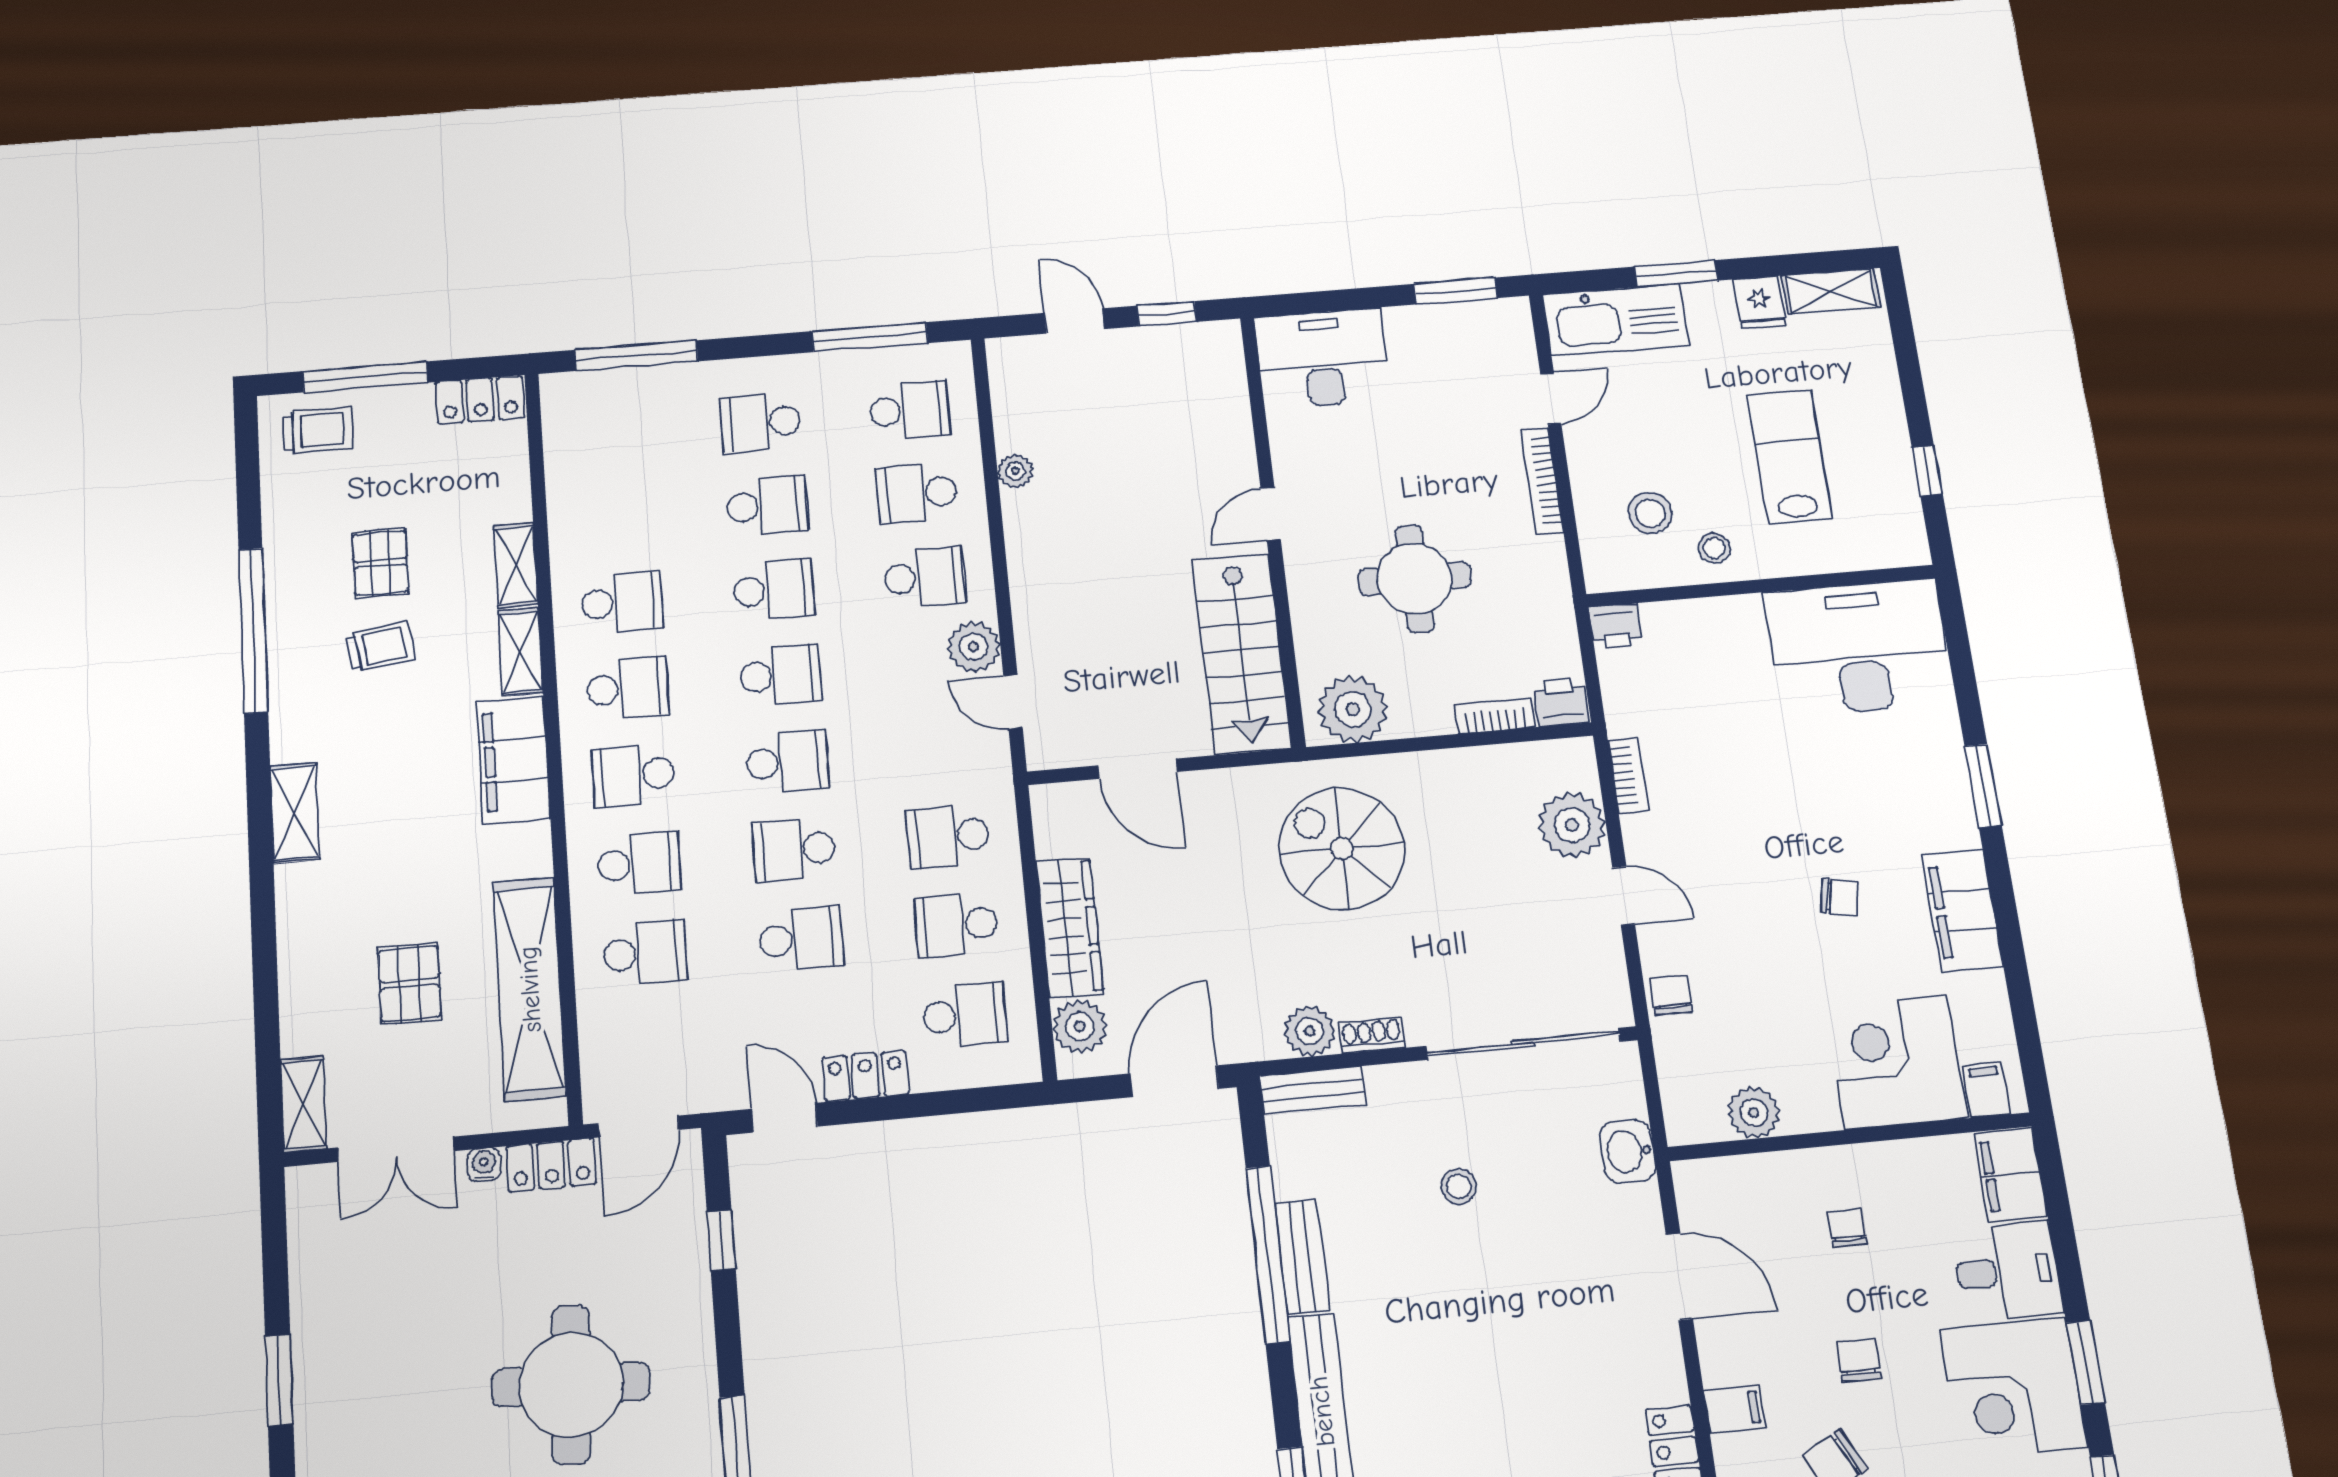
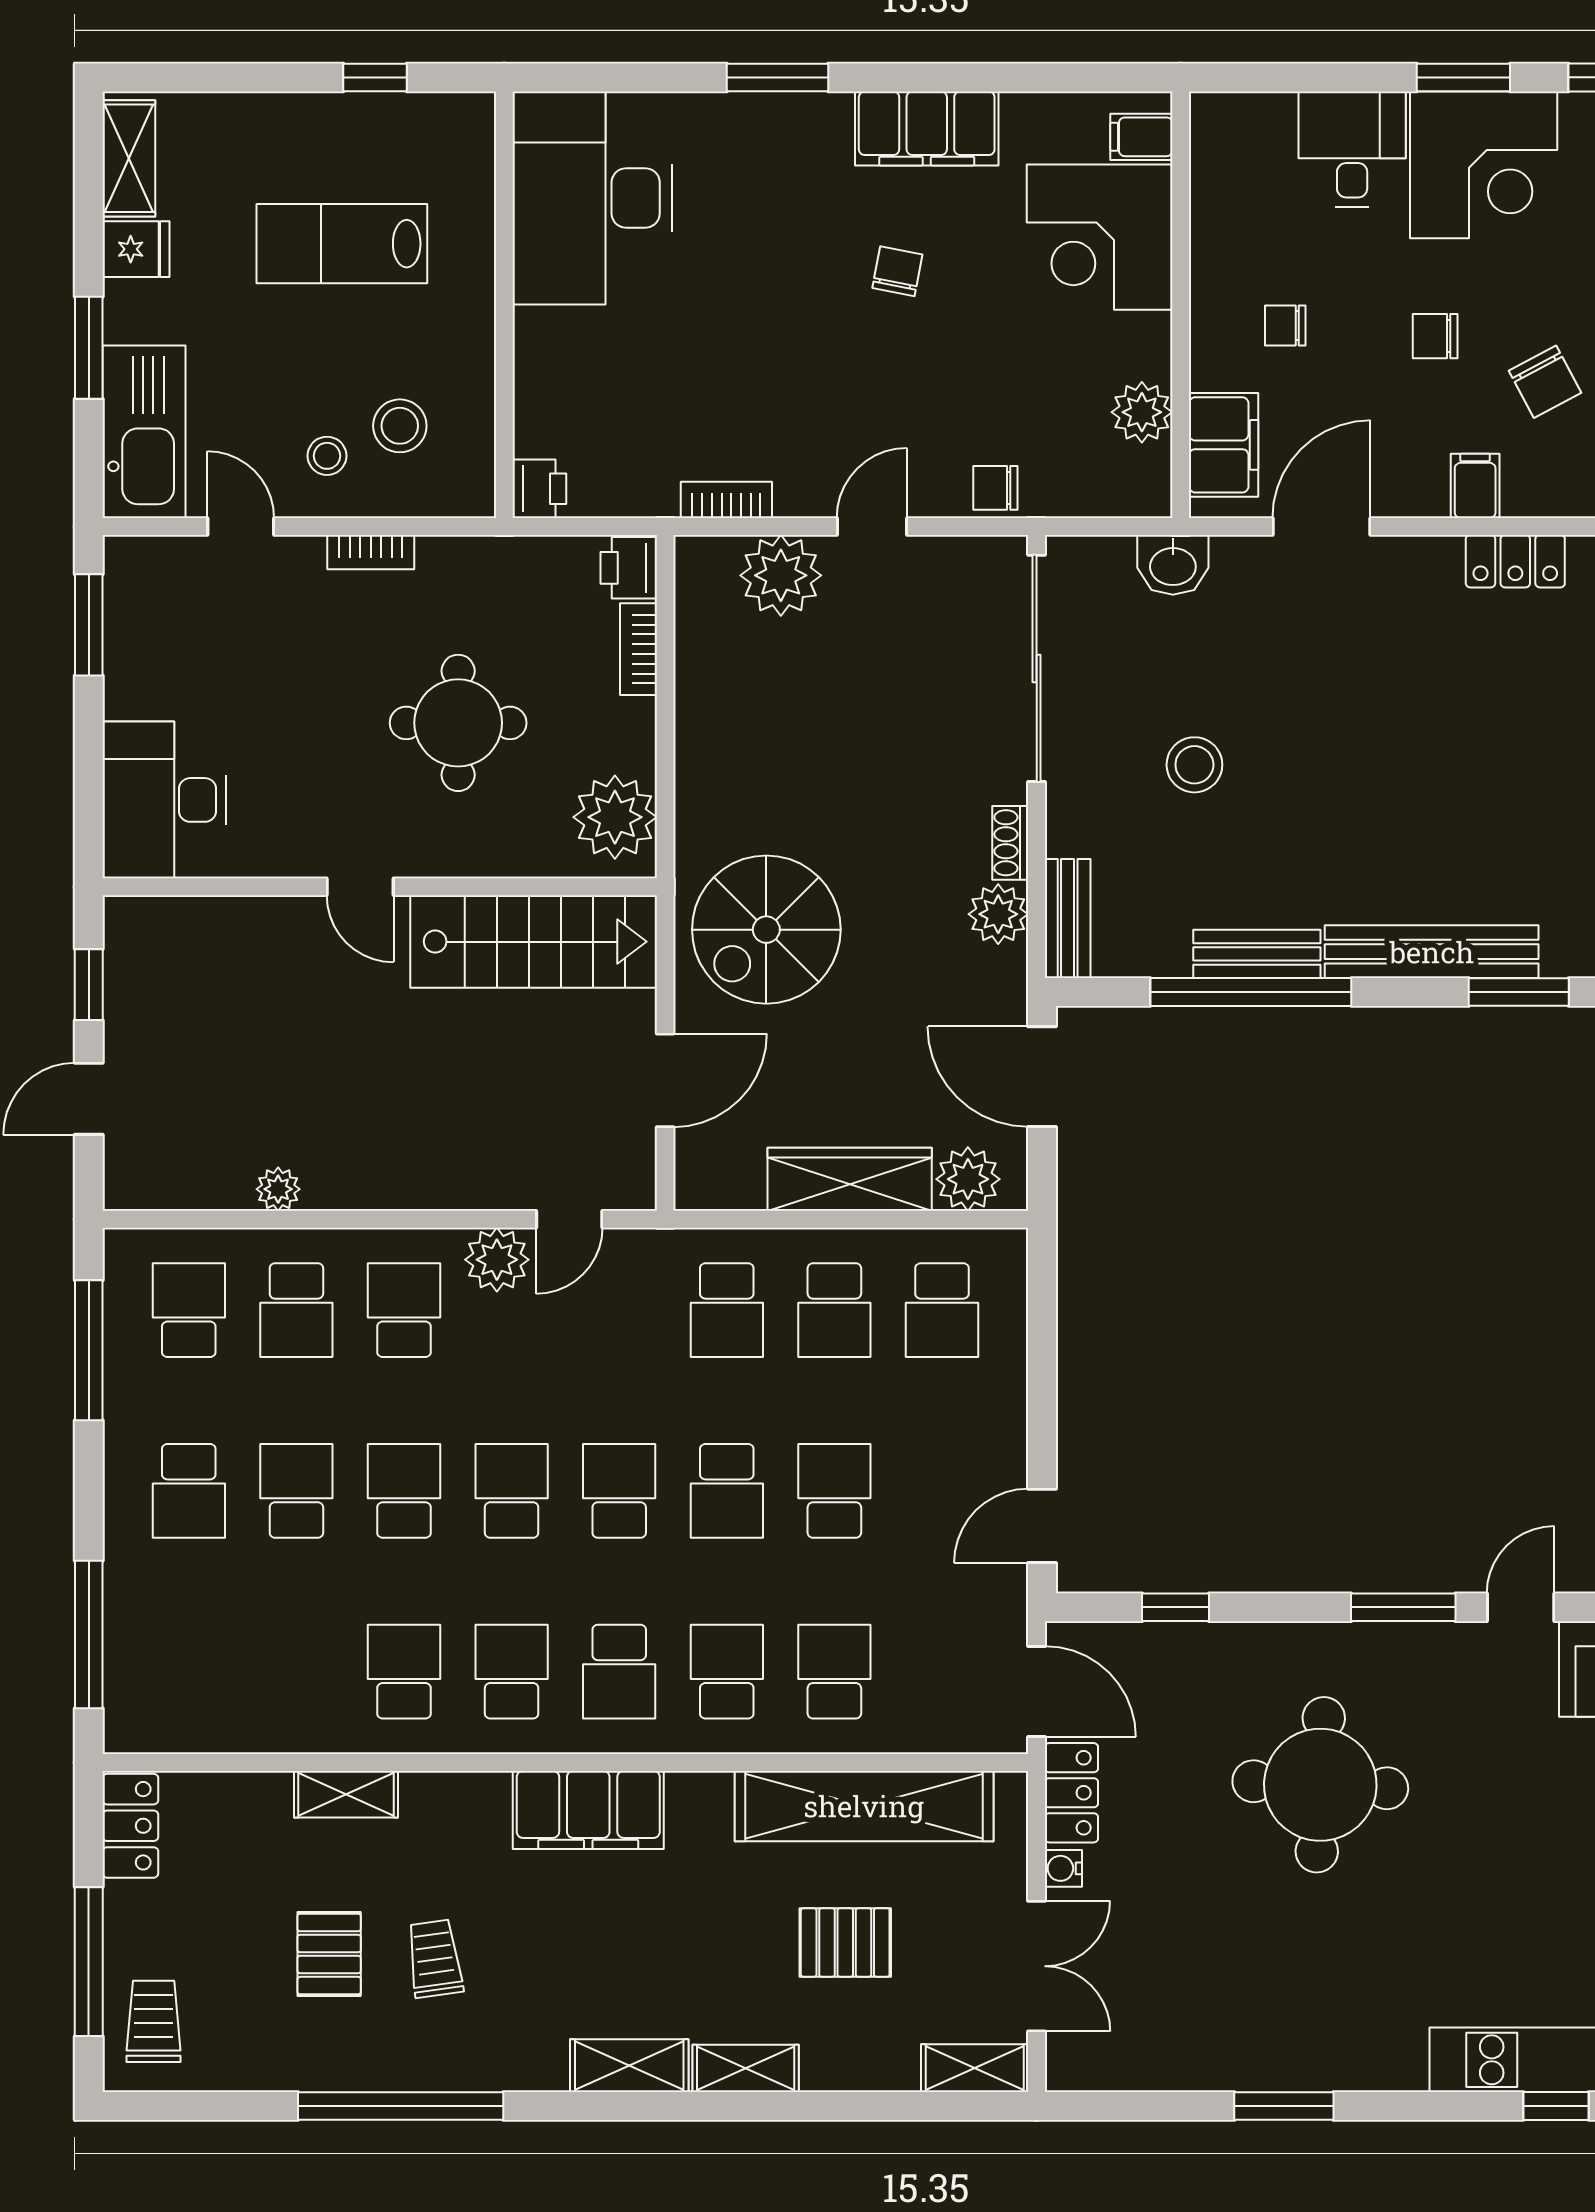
bookcase: (1542, 481) -> (371, 552), width x0.64
stool: (1714, 548) -> (327, 456), moved
pallet: (380, 563) -> (329, 1954), turned 90
shelving: (520, 652) -> (746, 2068), moved
spiral stairs: (1342, 849) -> (766, 930), moved
school desk: (965, 1015) -> (942, 1310), turned 180
locker: (866, 1076) -> (1002, 1430), removed
filing cabinet: (2011, 1175) -> (1224, 445), moved, turned -90
stool: (1459, 1186) -> (1194, 765), width x1.37, depth x1.37

